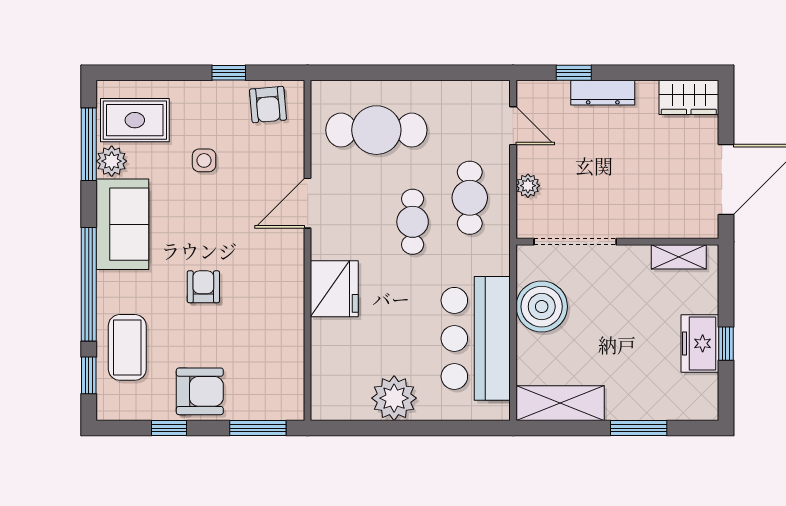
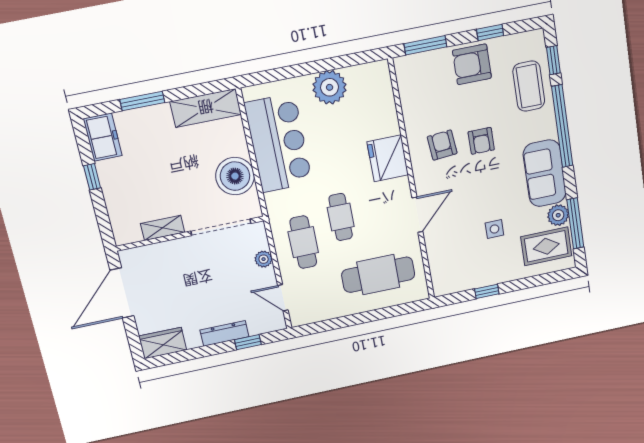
armchair: (268, 105) -> (442, 145), moved
shelving: (679, 257) -> (163, 228), moved
freezer: (700, 343) -> (103, 137), moved

